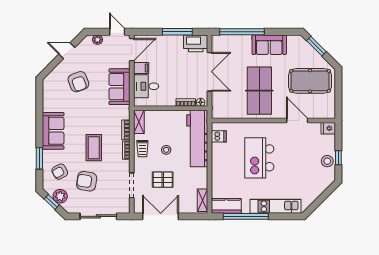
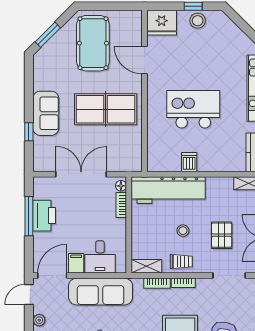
window: (242, 32) -> (29, 132), width x0.32
printer: (196, 43) -> (44, 216), moved
sofa: (269, 45) -> (46, 113), moved
door: (132, 50) -> (52, 276), hinge flipped
sofa: (119, 87) -> (101, 292), width x1.36
door: (297, 120) -> (145, 60), hinge flipped
fridge: (328, 128) -> (162, 23), width x1.88, depth x1.34
dishwasher: (219, 136) -> (189, 162), moved
kitchen island: (259, 158) -> (193, 109), turned 180

